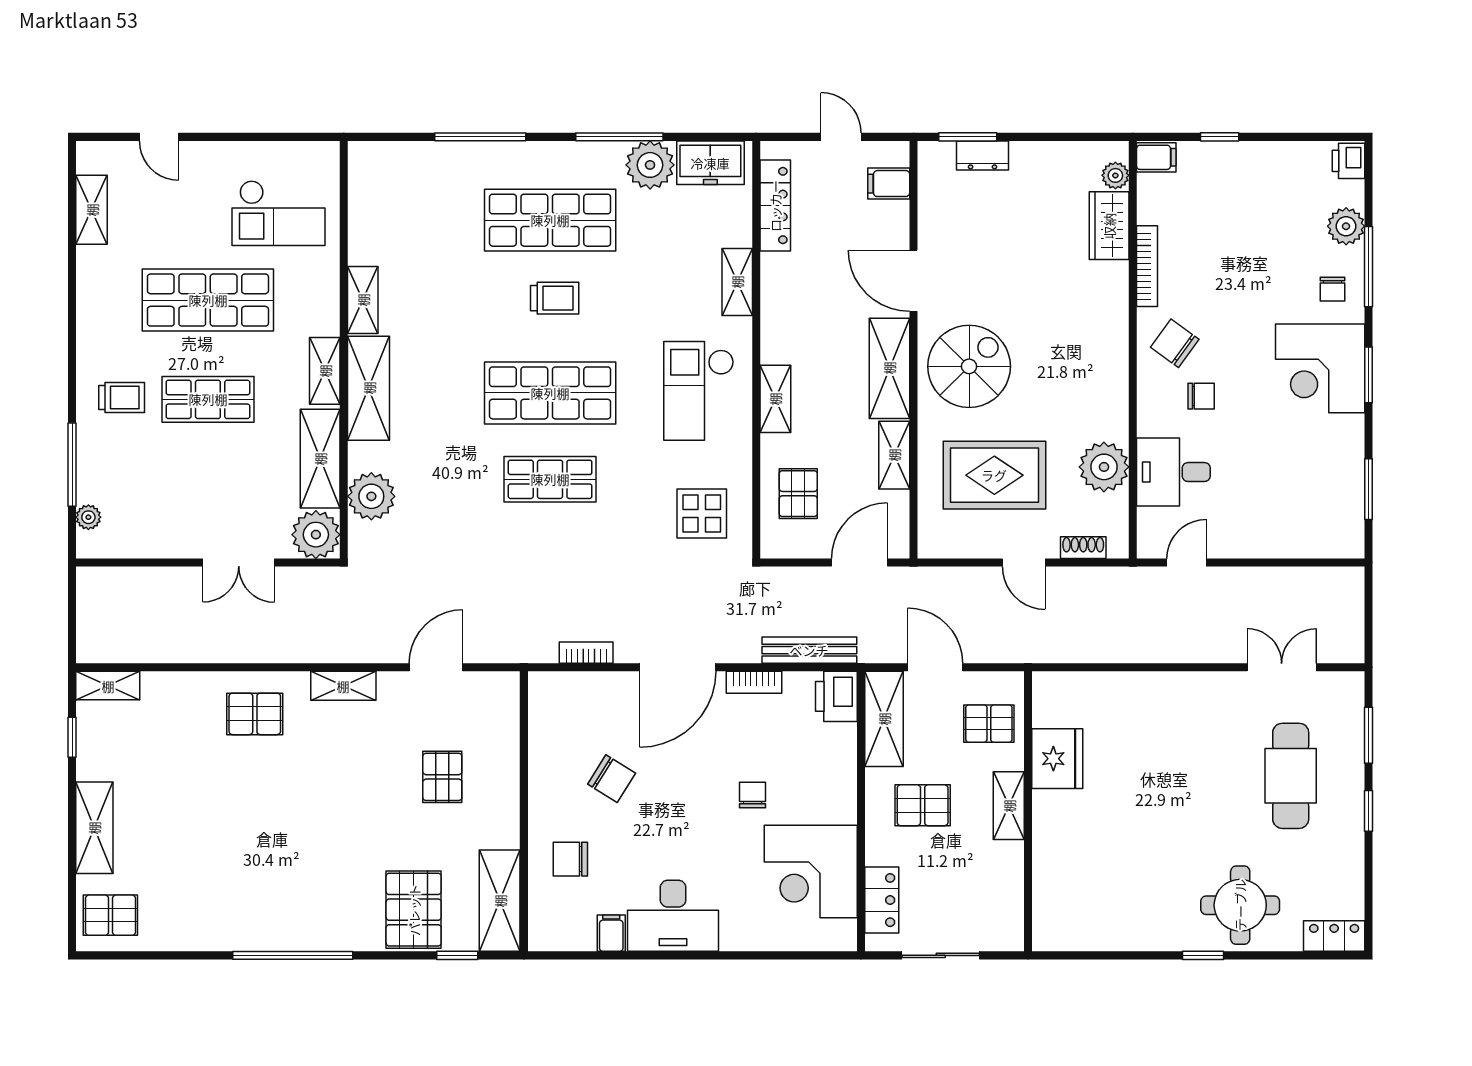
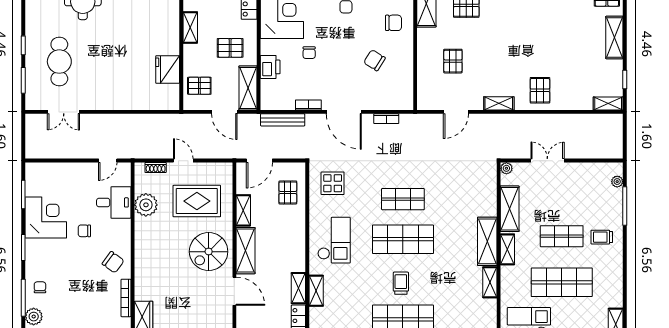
trolley: (555, 298) -> (401, 283), turned 90
corner desk: (1320, 368) -> (46, 217), moved
chair: (1201, 396) -> (84, 231), moved
shelving: (775, 399) -> (298, 288), moved
plant: (371, 496) -> (486, 191), removed
plant: (316, 535) -> (506, 168), width x0.53, depth x0.53
door: (678, 667) -> (344, 112), swing flipped
printer: (836, 696) -> (270, 67), moved
pallet: (255, 714) -> (540, 90), turned 90
shelving: (1009, 806) -> (190, 27), moved

